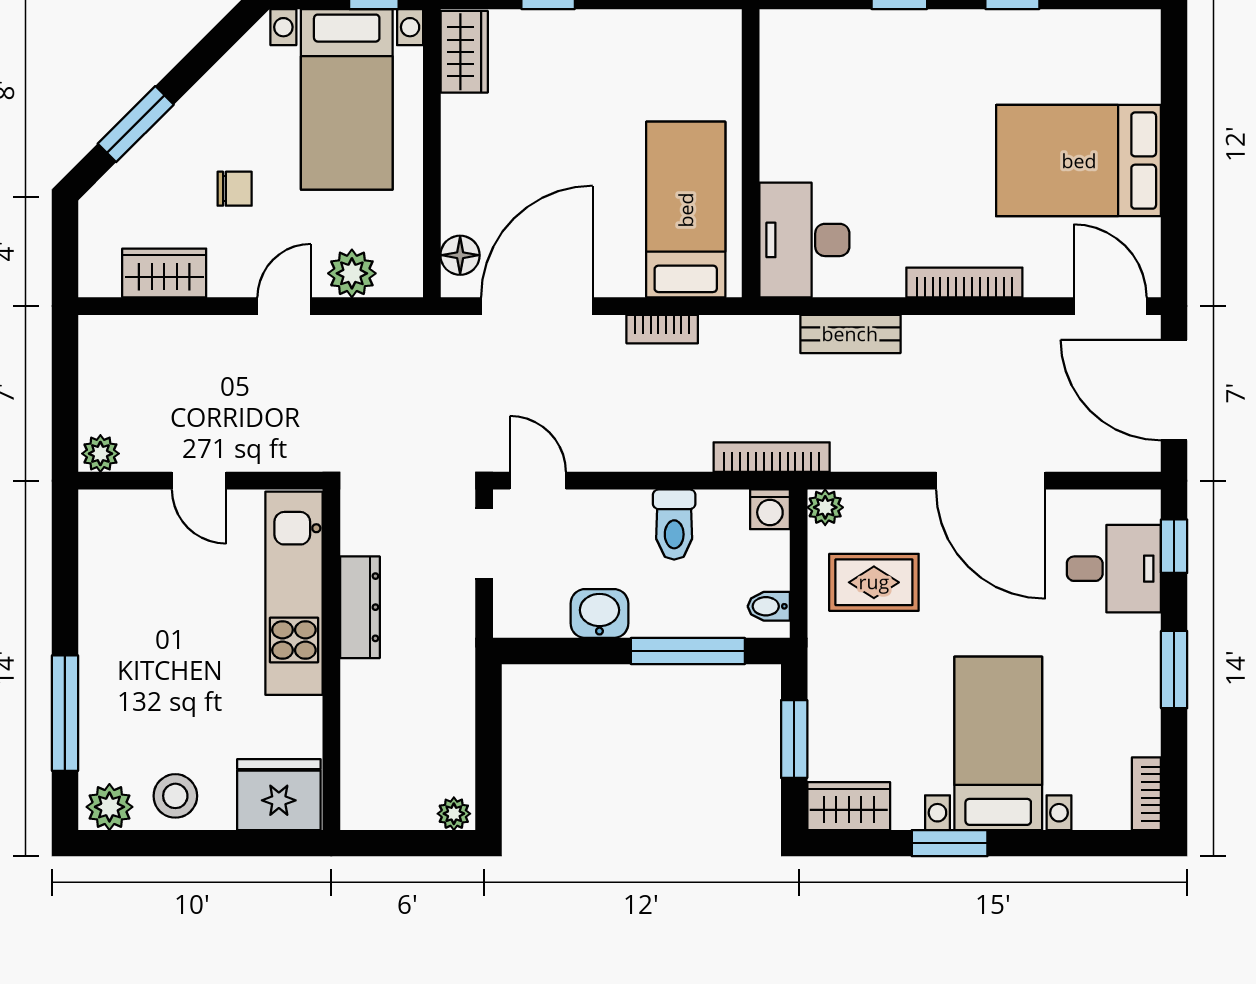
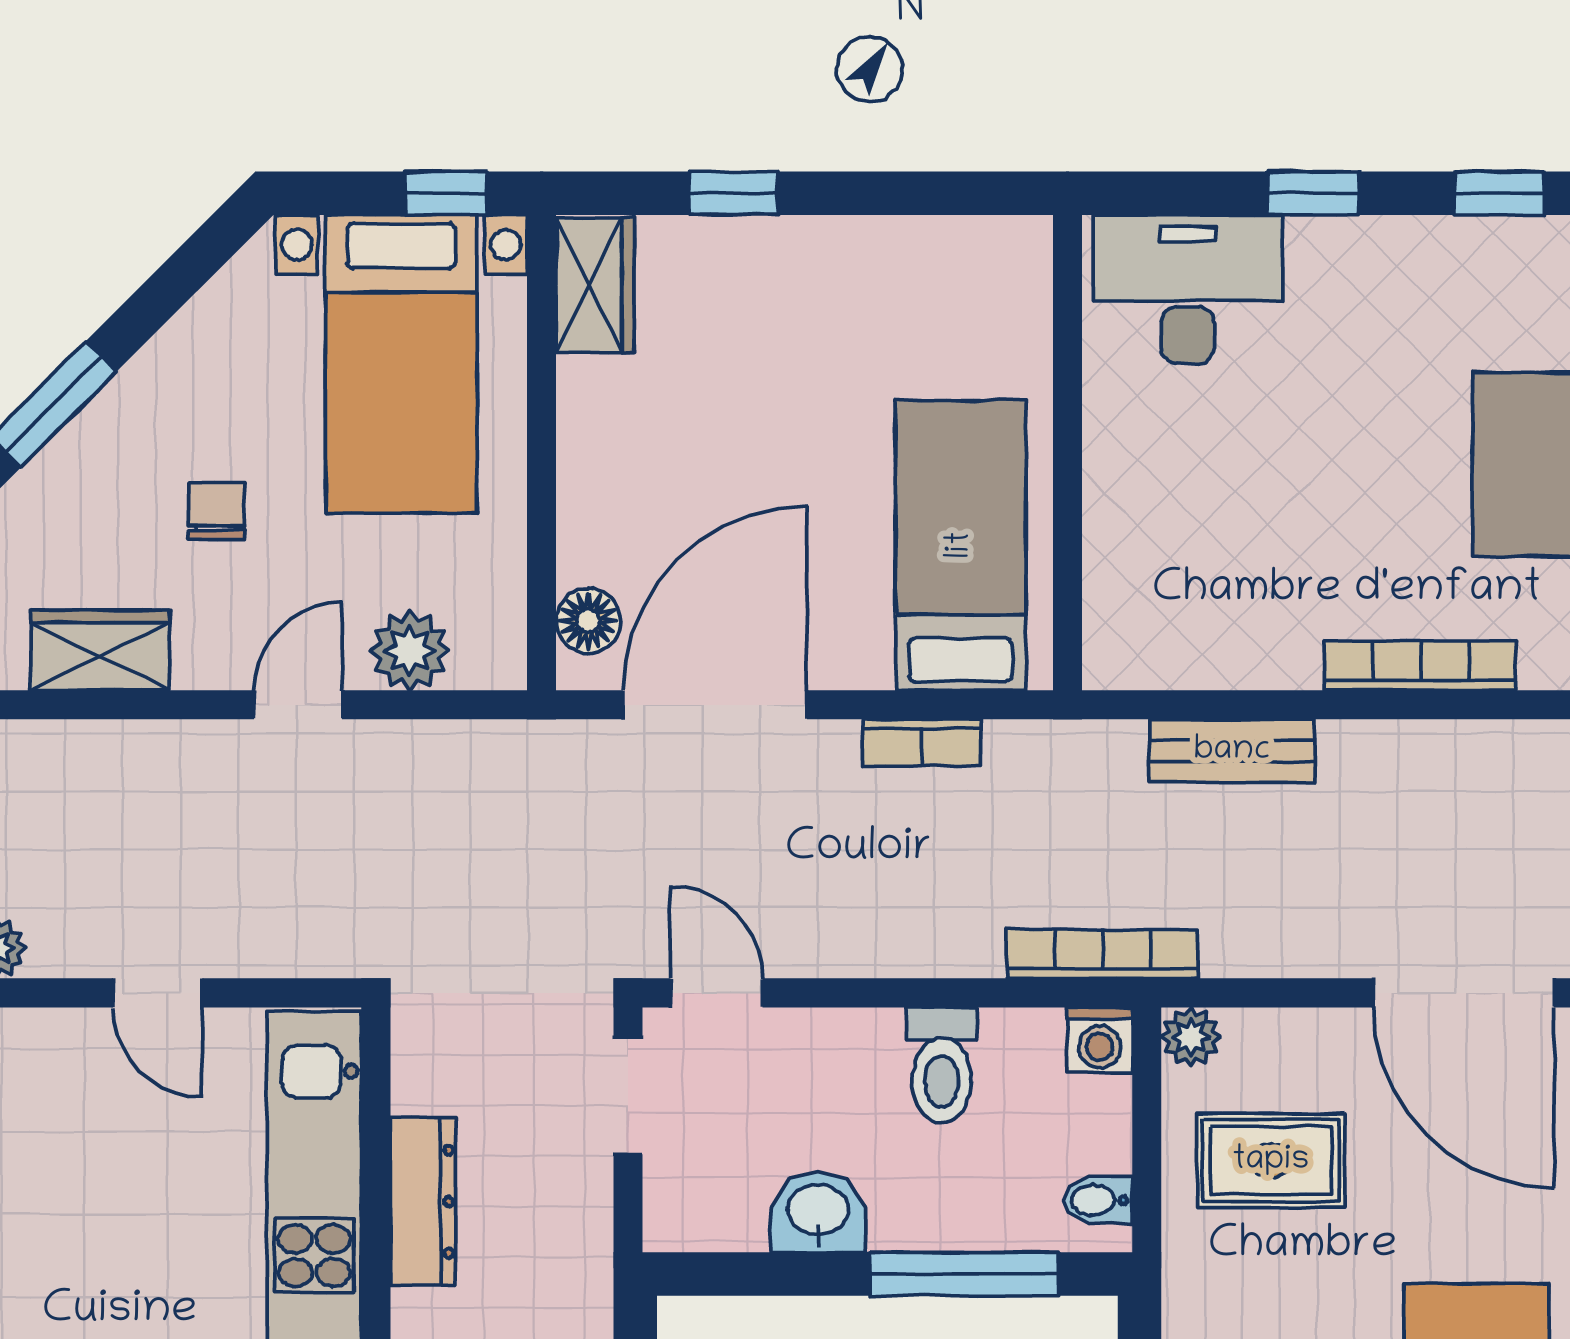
chair: (235, 189) -> (216, 511), turned -90
desk: (804, 240) -> (1188, 289), moved, turned 90

